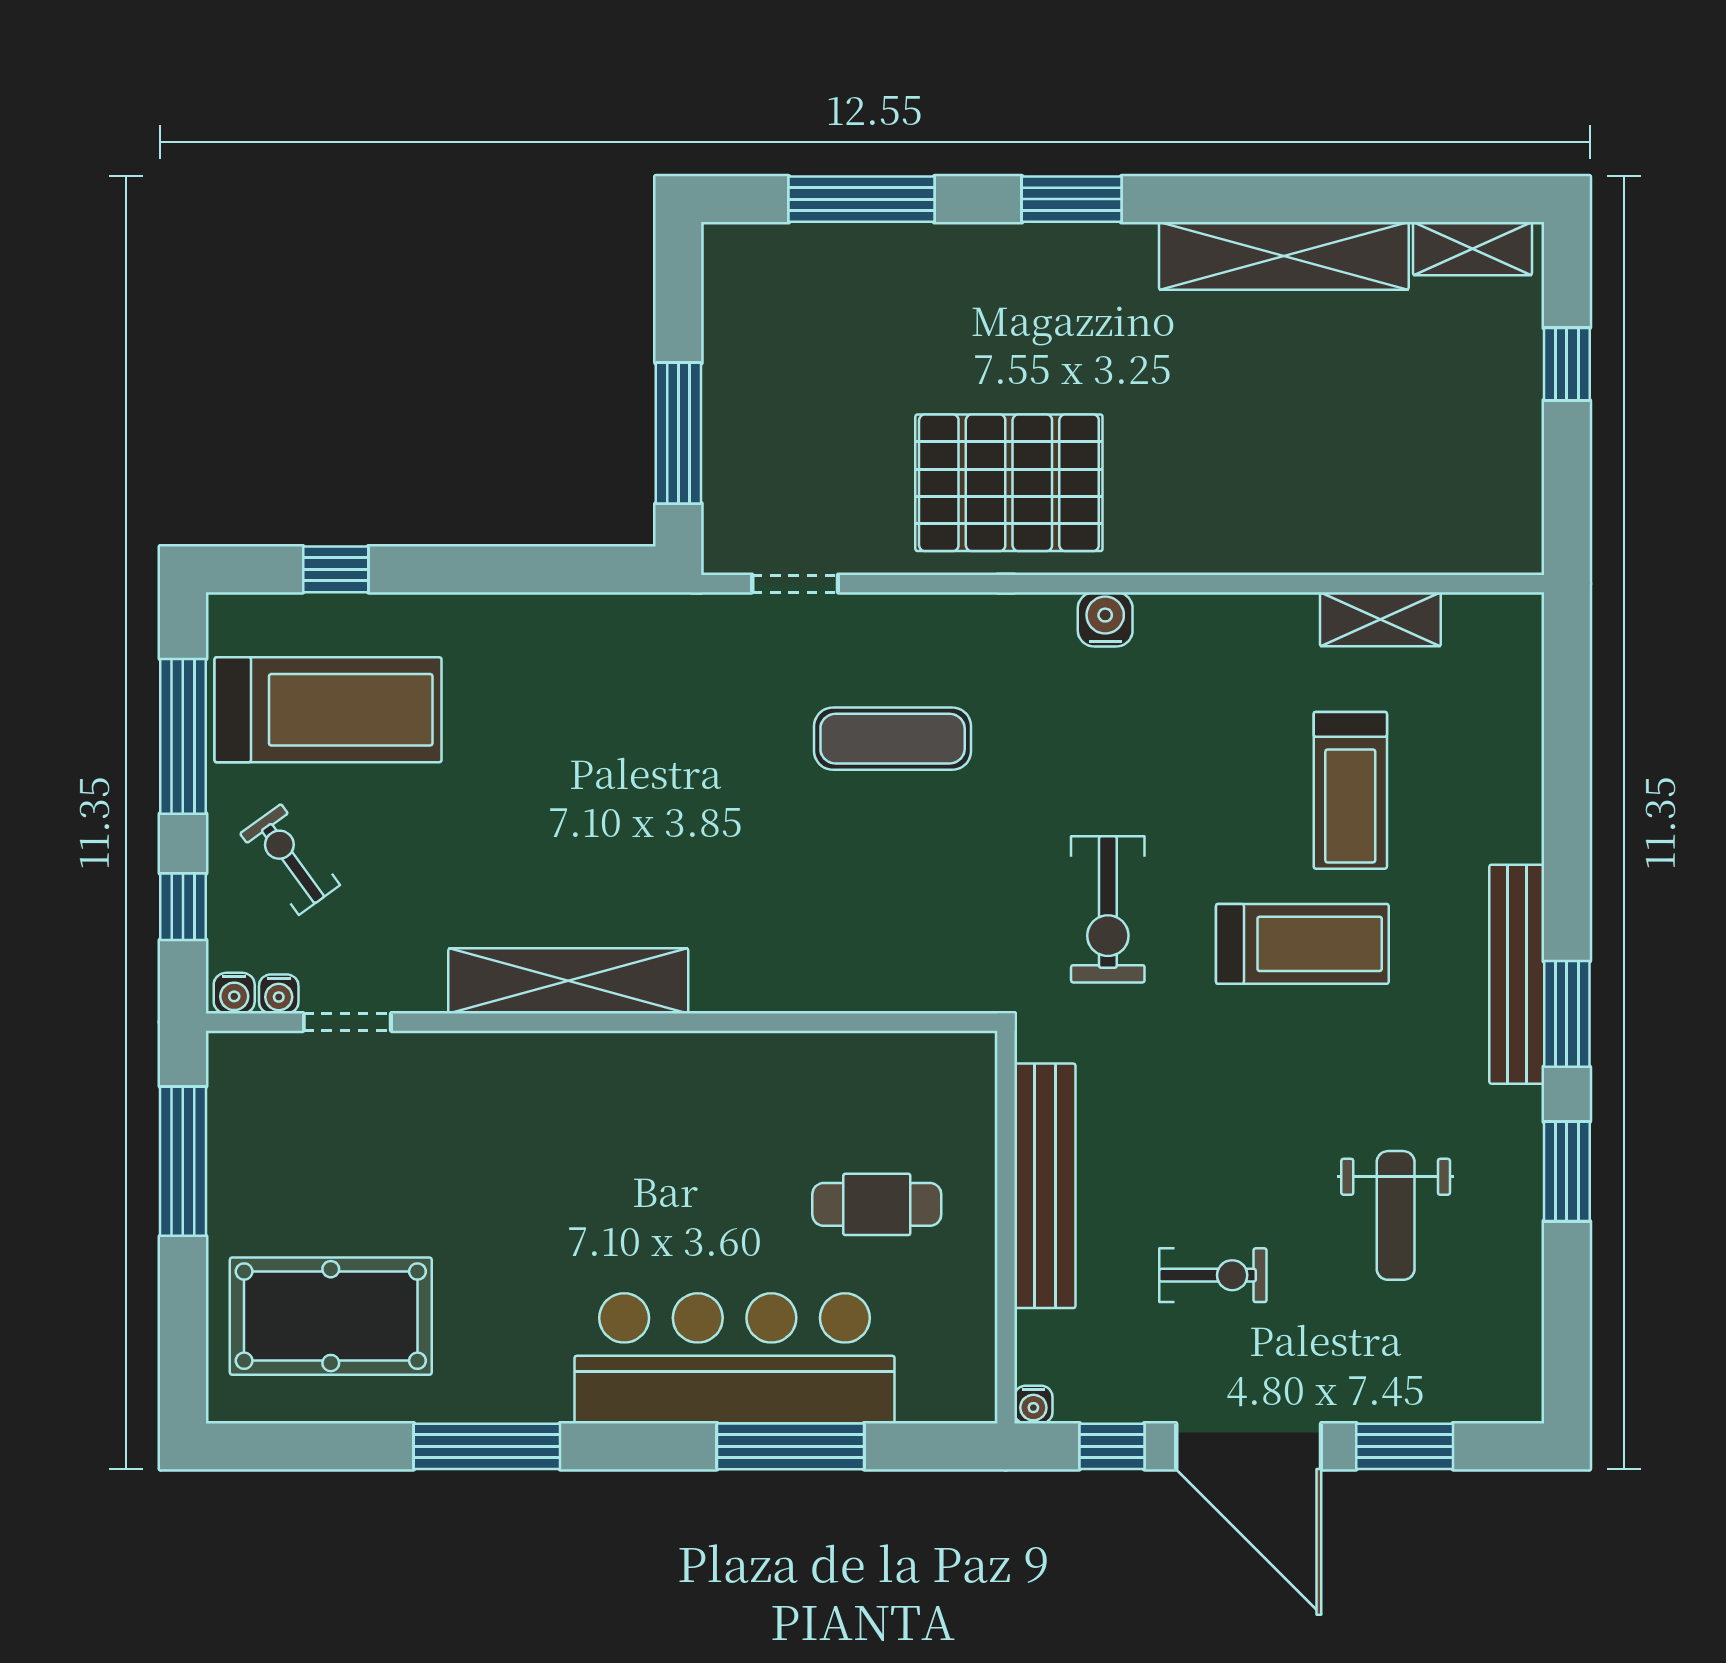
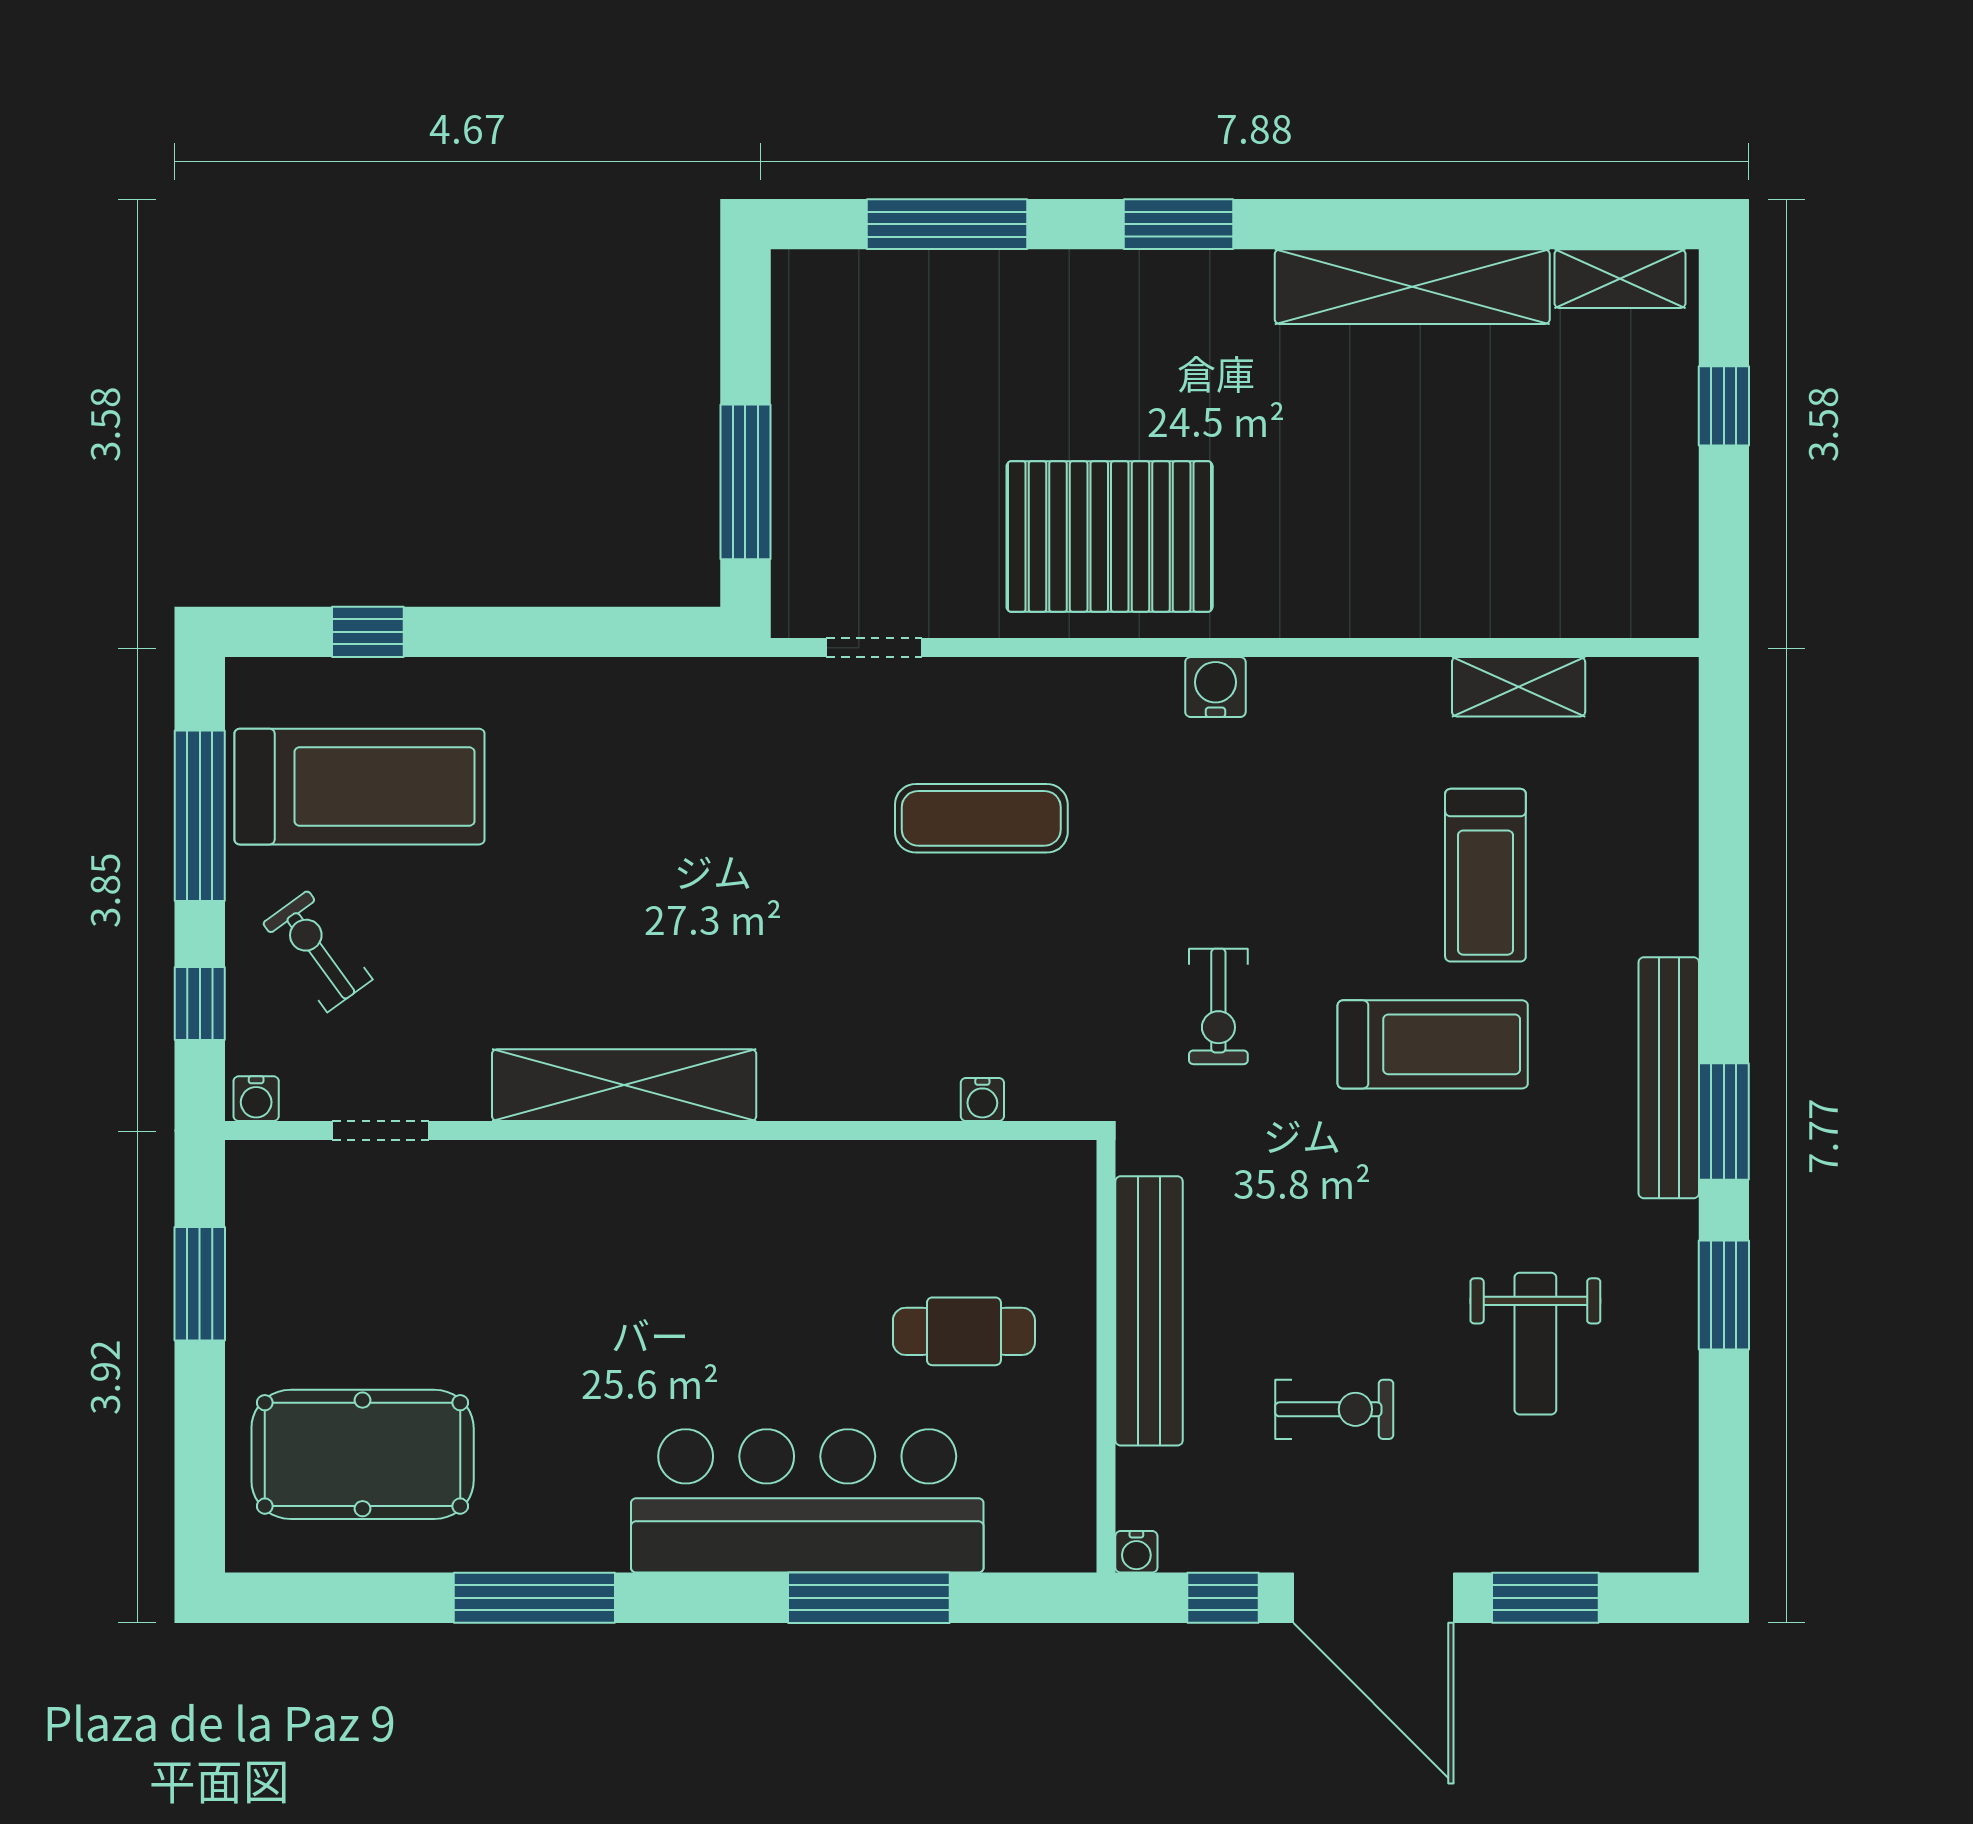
exercise bike: (1108, 909) -> (1218, 1006), width x0.73, depth x0.72
water cooler: (279, 994) -> (982, 1100), moved
window: (183, 1161) -> (200, 1284), width x0.69

